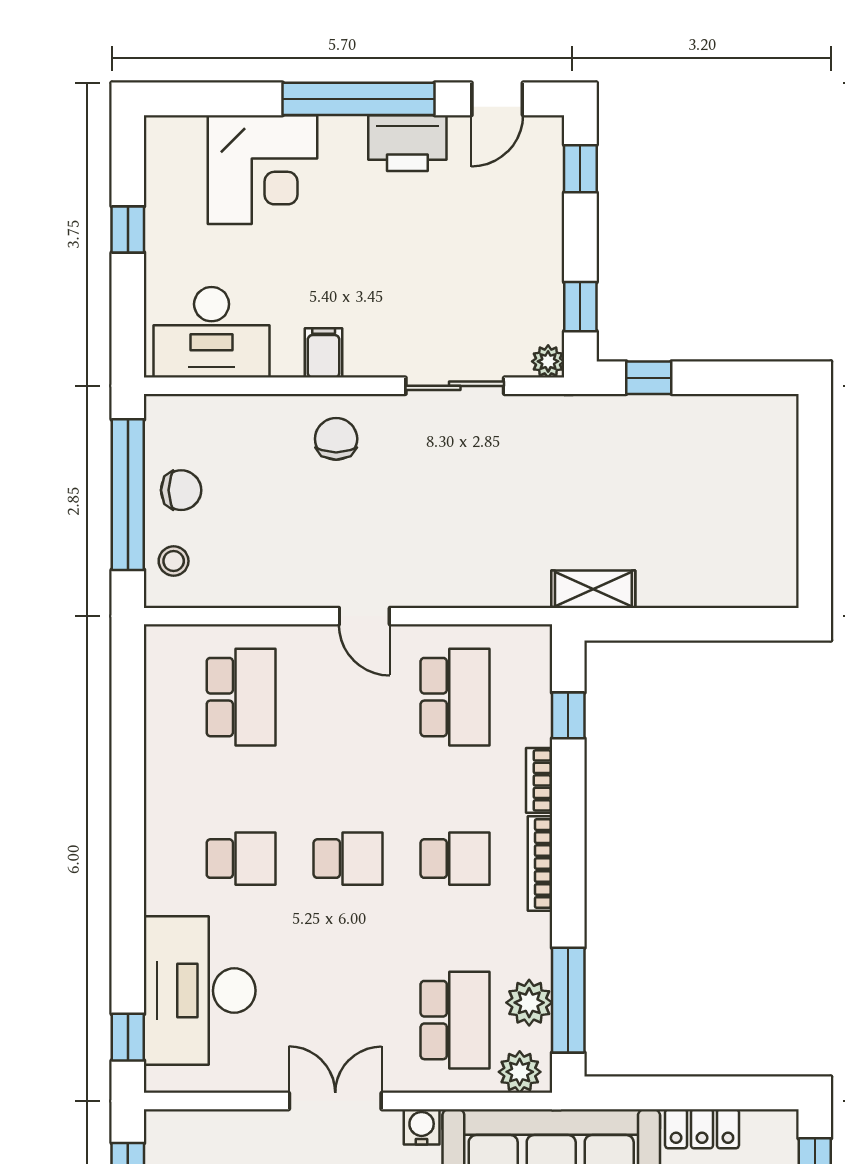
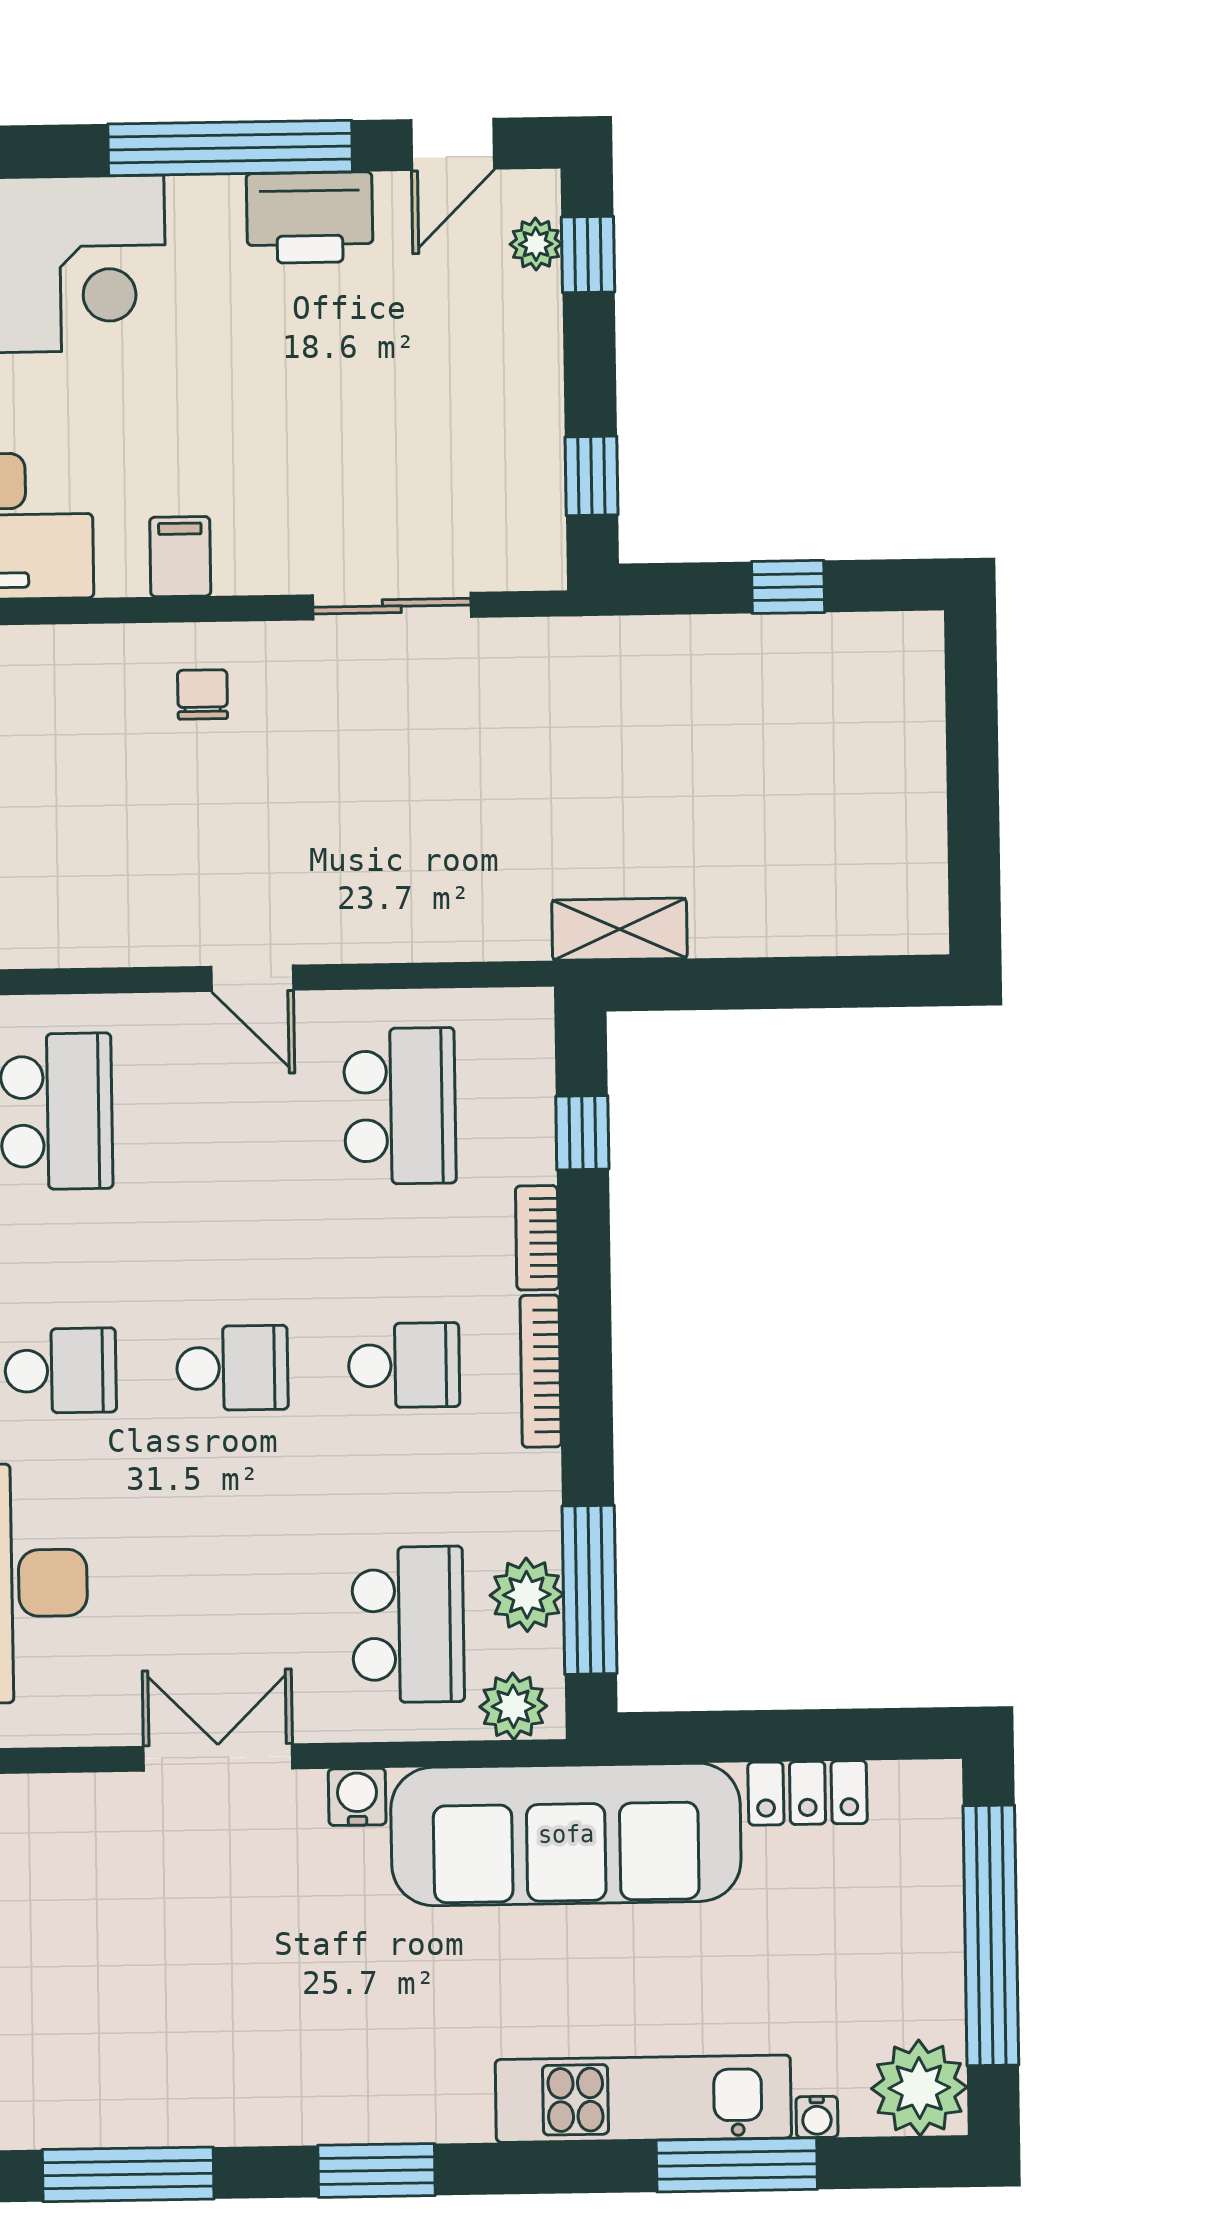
plant: (548, 361) -> (536, 244), moved
window: (649, 378) -> (788, 587), moved
chair: (336, 439) -> (203, 694), width x0.73, depth x0.73

